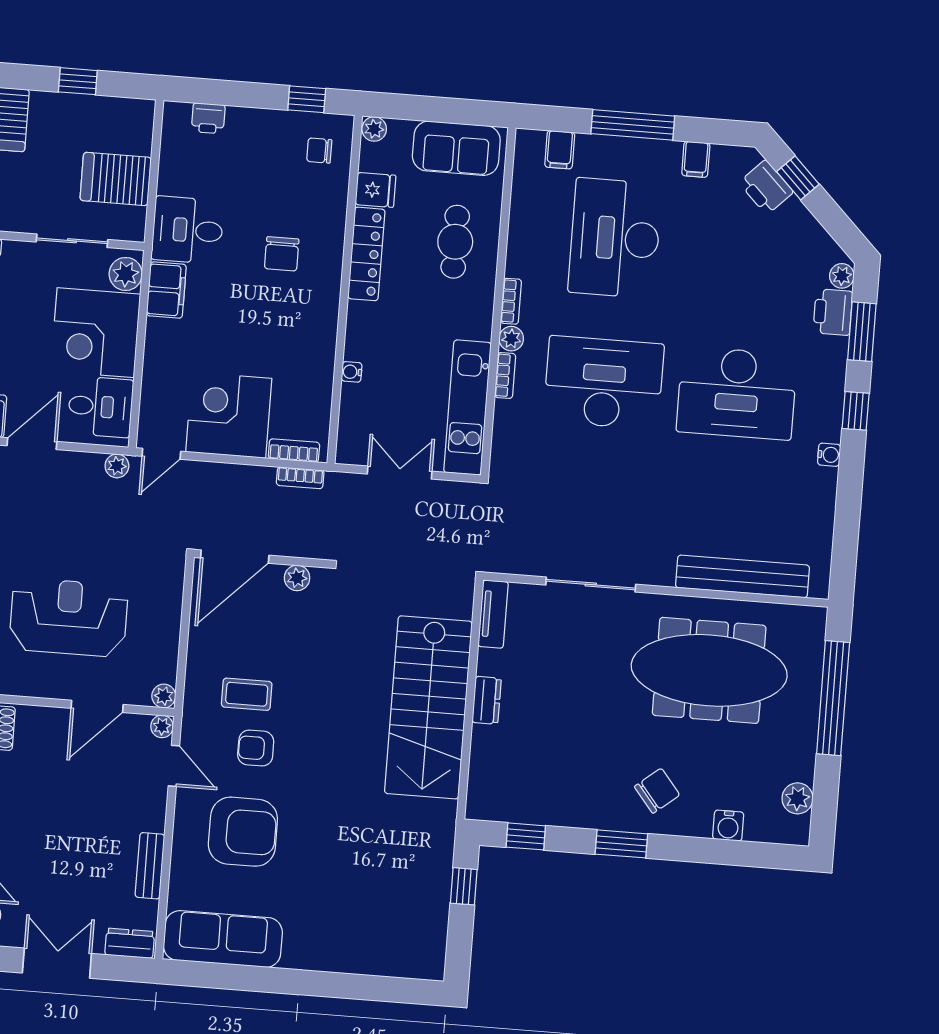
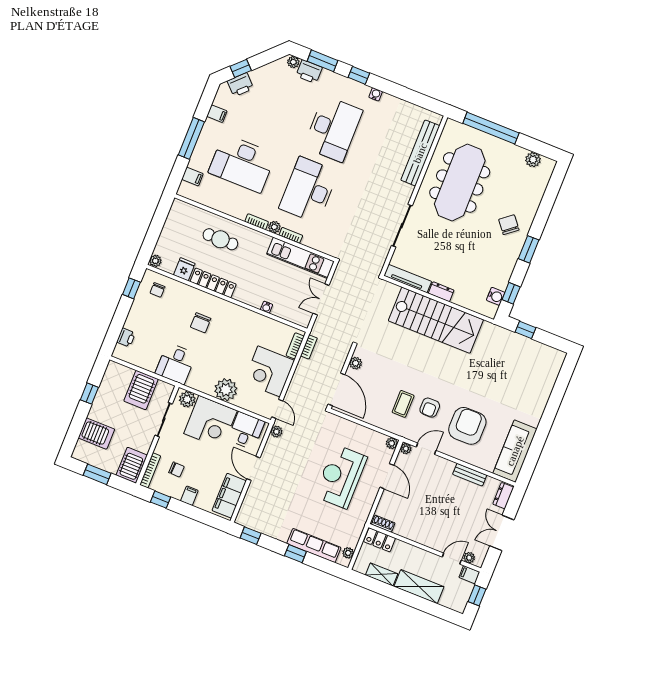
sofa: (456, 148) -> (176, 225), removed
chair: (282, 254) -> (201, 323), turned 90
filing cabinet: (166, 290) -> (201, 382), removed
plant: (167, 343) -> (226, 390), added
tv unit: (493, 614) -> (408, 279), width x1.41
water cooler: (728, 826) -> (496, 296), moved

